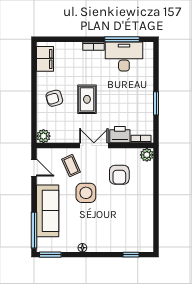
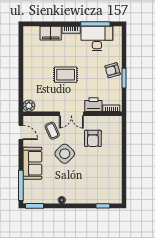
filing cabinet: (45, 59) -> (51, 33), moved, turned 90
armchair: (54, 98) -> (113, 70), moved
rug: (87, 99) -> (66, 75), turned 90
double door: (94, 146) -> (71, 114), swing flipped
plant: (147, 155) -> (116, 122), removed
side table: (86, 193) -> (65, 154), turned 45
sofa: (48, 211) -> (32, 163), width x0.73

